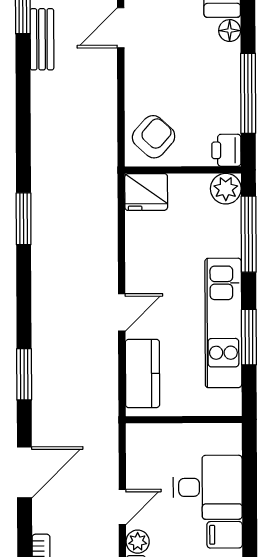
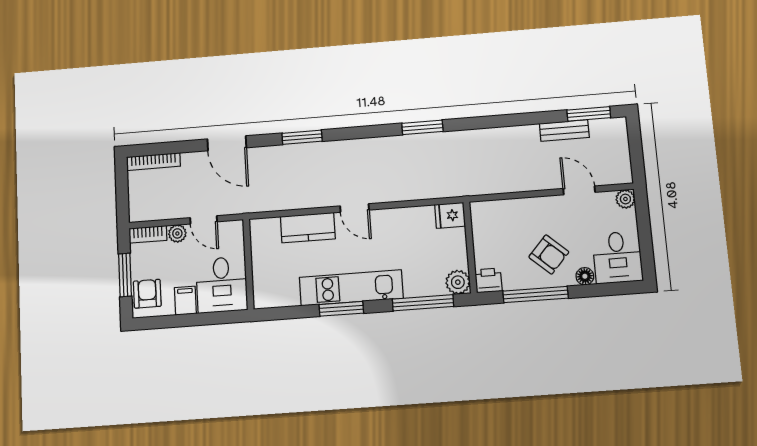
armchair: (154, 137) -> (549, 254), moved
fridge: (146, 192) -> (450, 215), width x0.72
wall: (184, 420) -> (248, 264), moved

